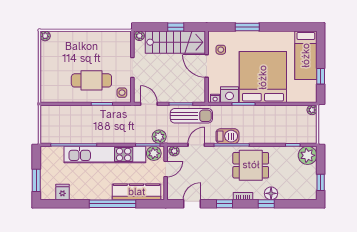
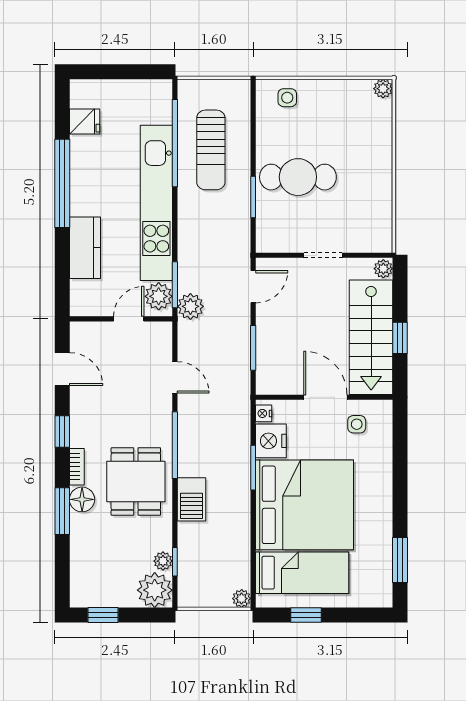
window: (247, 27) -> (400, 560), moved
bed: (306, 55) -> (302, 573), moved, turned 180
door: (207, 66) -> (325, 397), hinge flipped
cafe table: (91, 80) -> (298, 177), turned 90
side table: (122, 93) -> (287, 98), moved
sun lounger: (191, 116) -> (211, 150), moved
barbecue: (227, 136) -> (192, 499), moved
plant: (174, 151) -> (163, 561), moved
door: (166, 169) -> (129, 319), swing flipped
window: (36, 180) -> (107, 72), removed
kitchen counter: (137, 192) -> (85, 248), width x0.67
floor lamp: (271, 193) -> (82, 499), moved
window: (112, 204) -> (62, 183), moved
window: (266, 204) -> (62, 511), width x1.50

